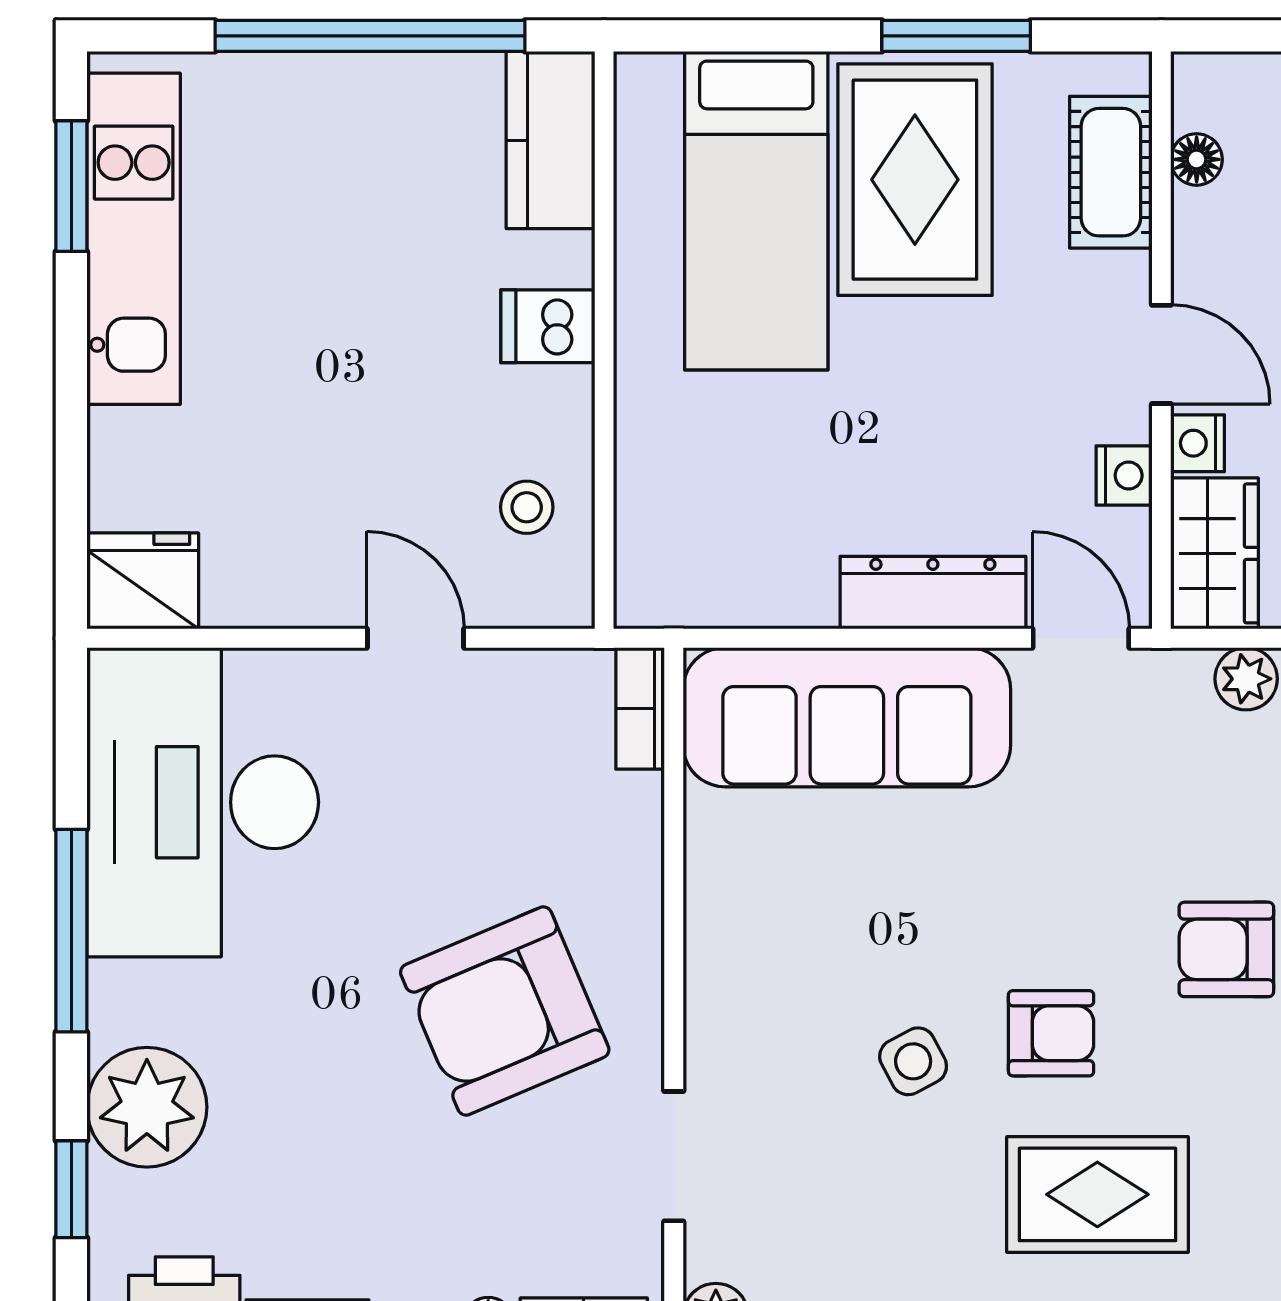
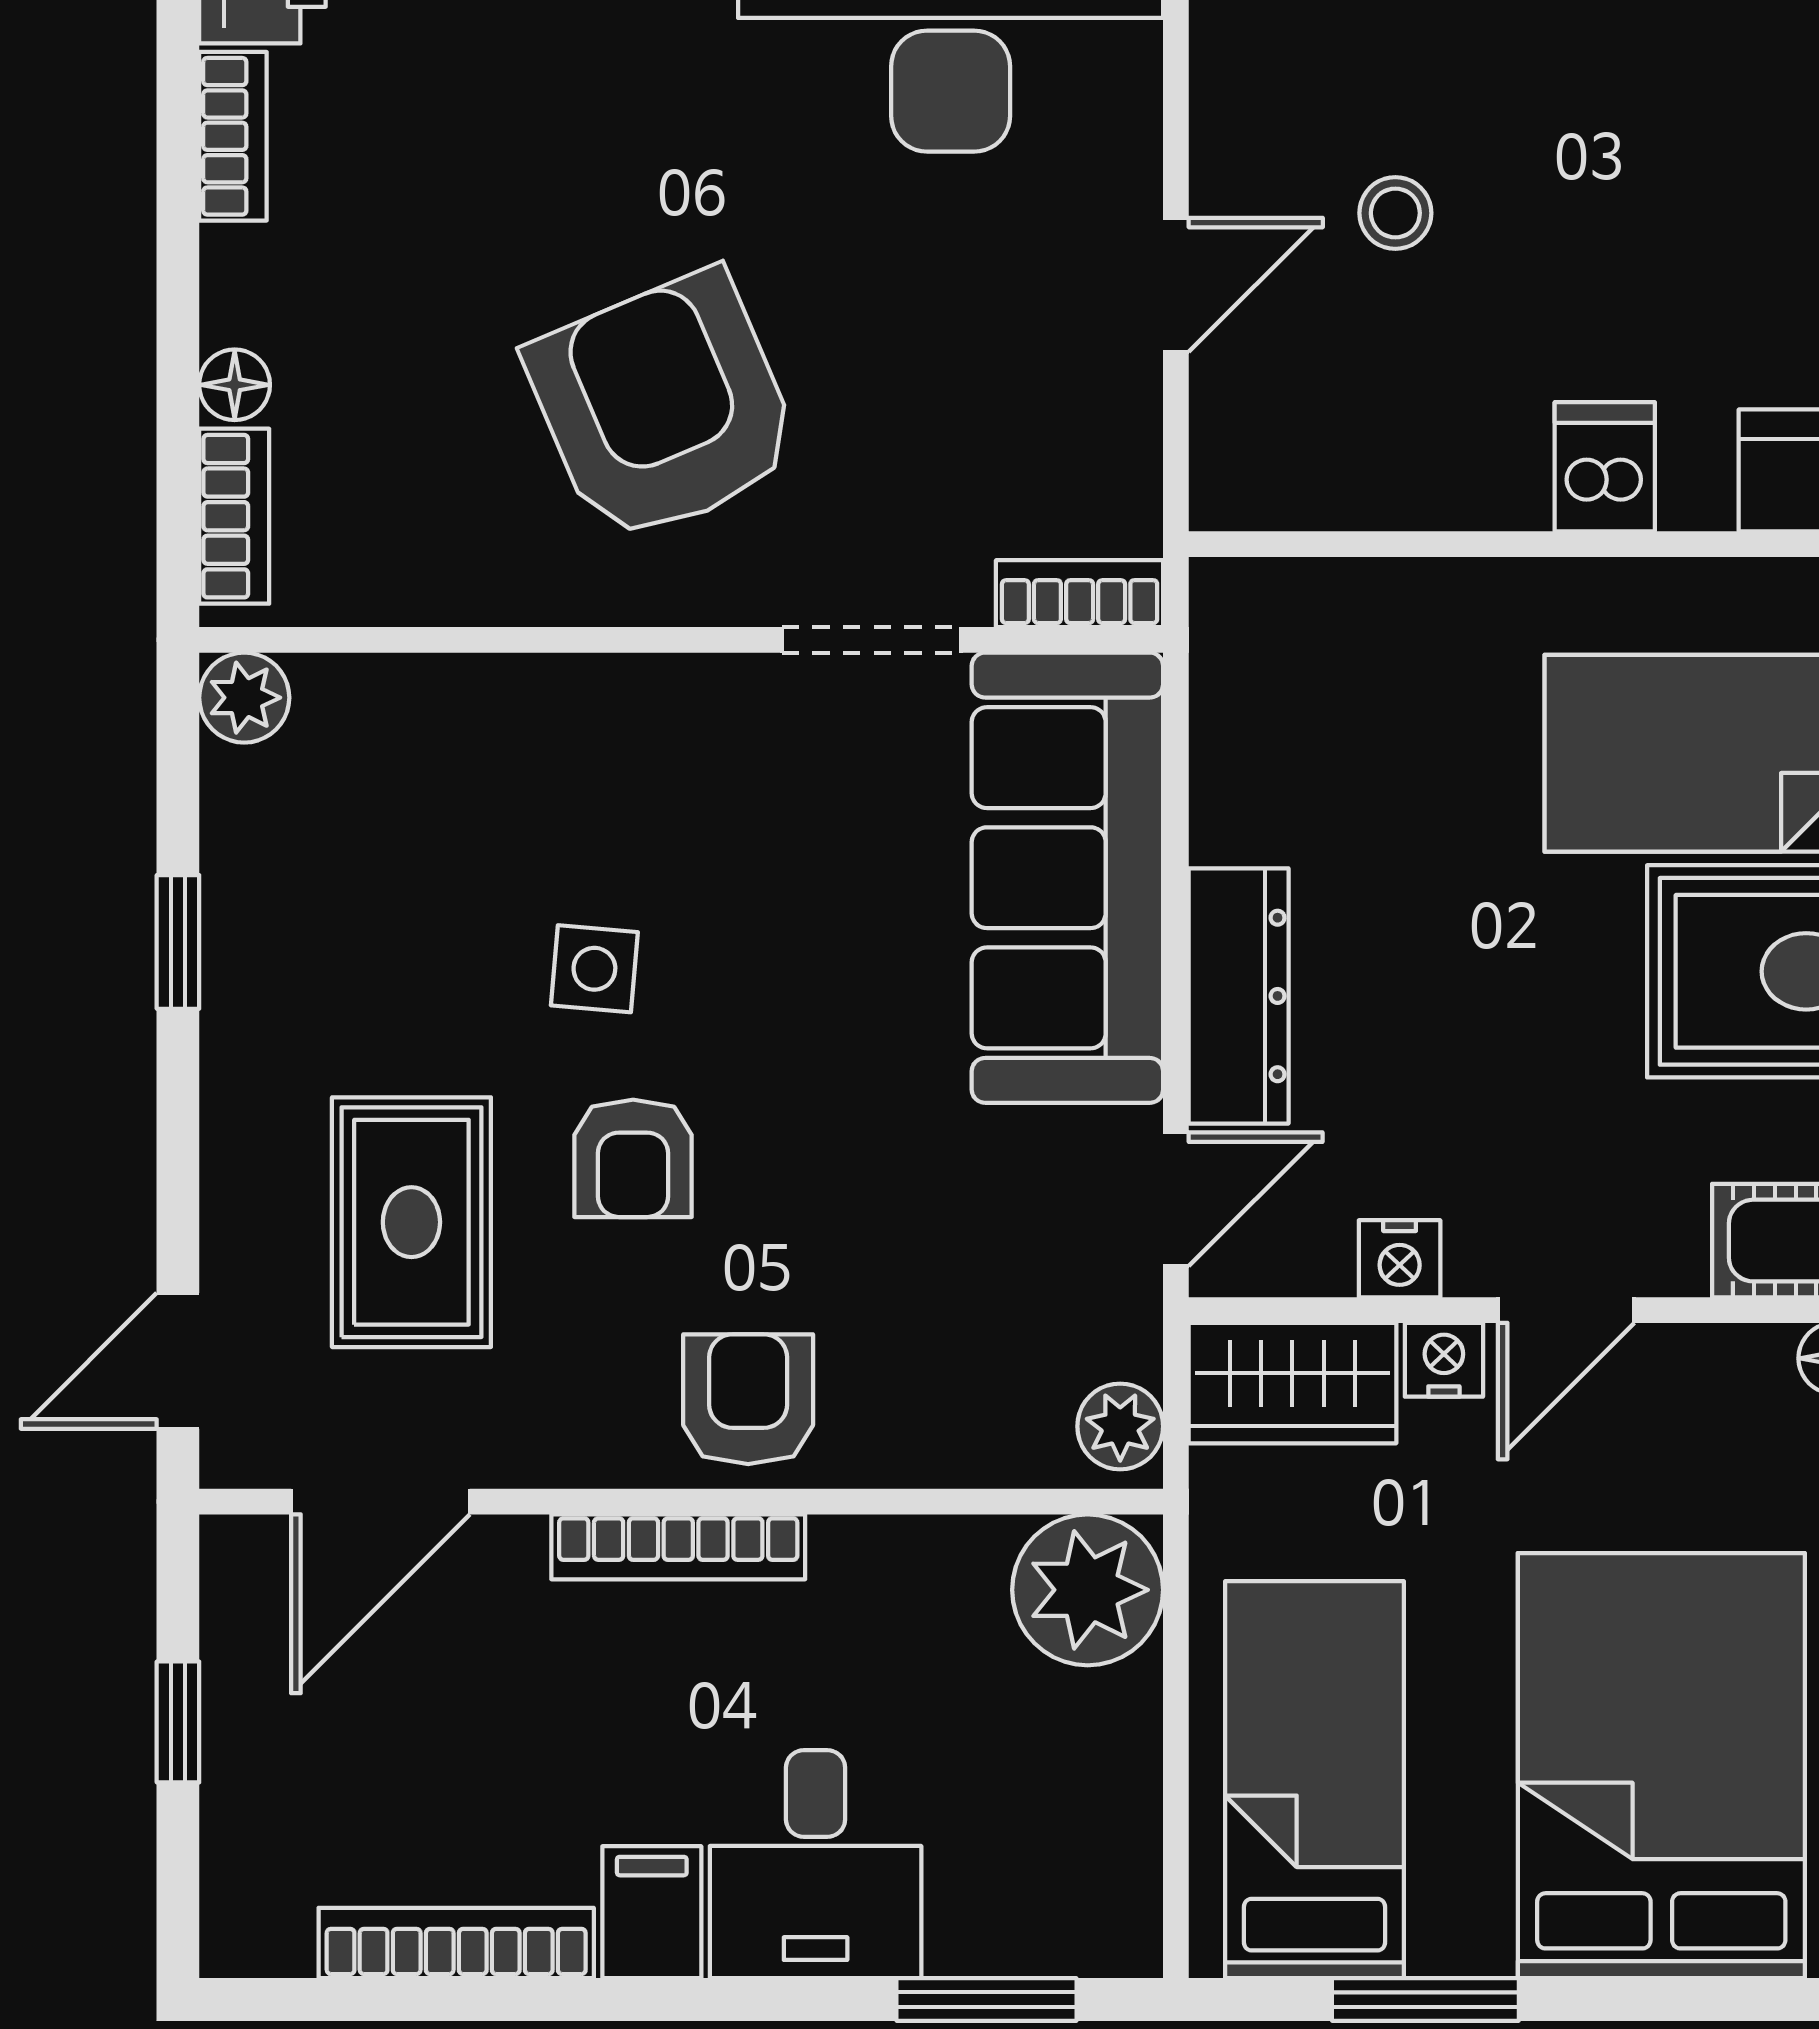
stool: (527, 507) -> (1395, 213), moved
side table: (913, 1061) -> (594, 969), turned 33
doorway: (674, 1156) -> (872, 640), moved

